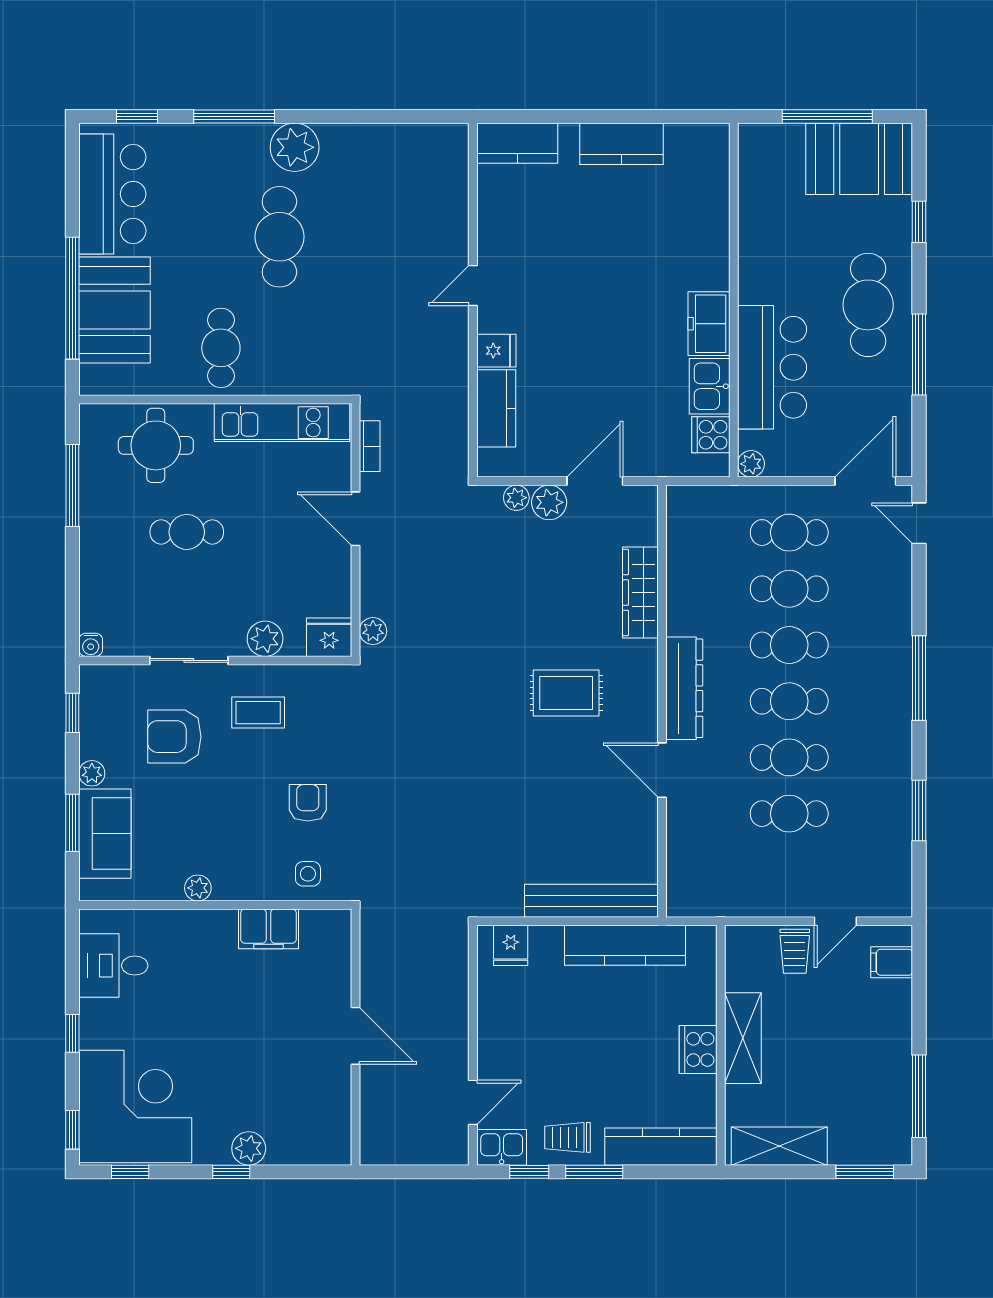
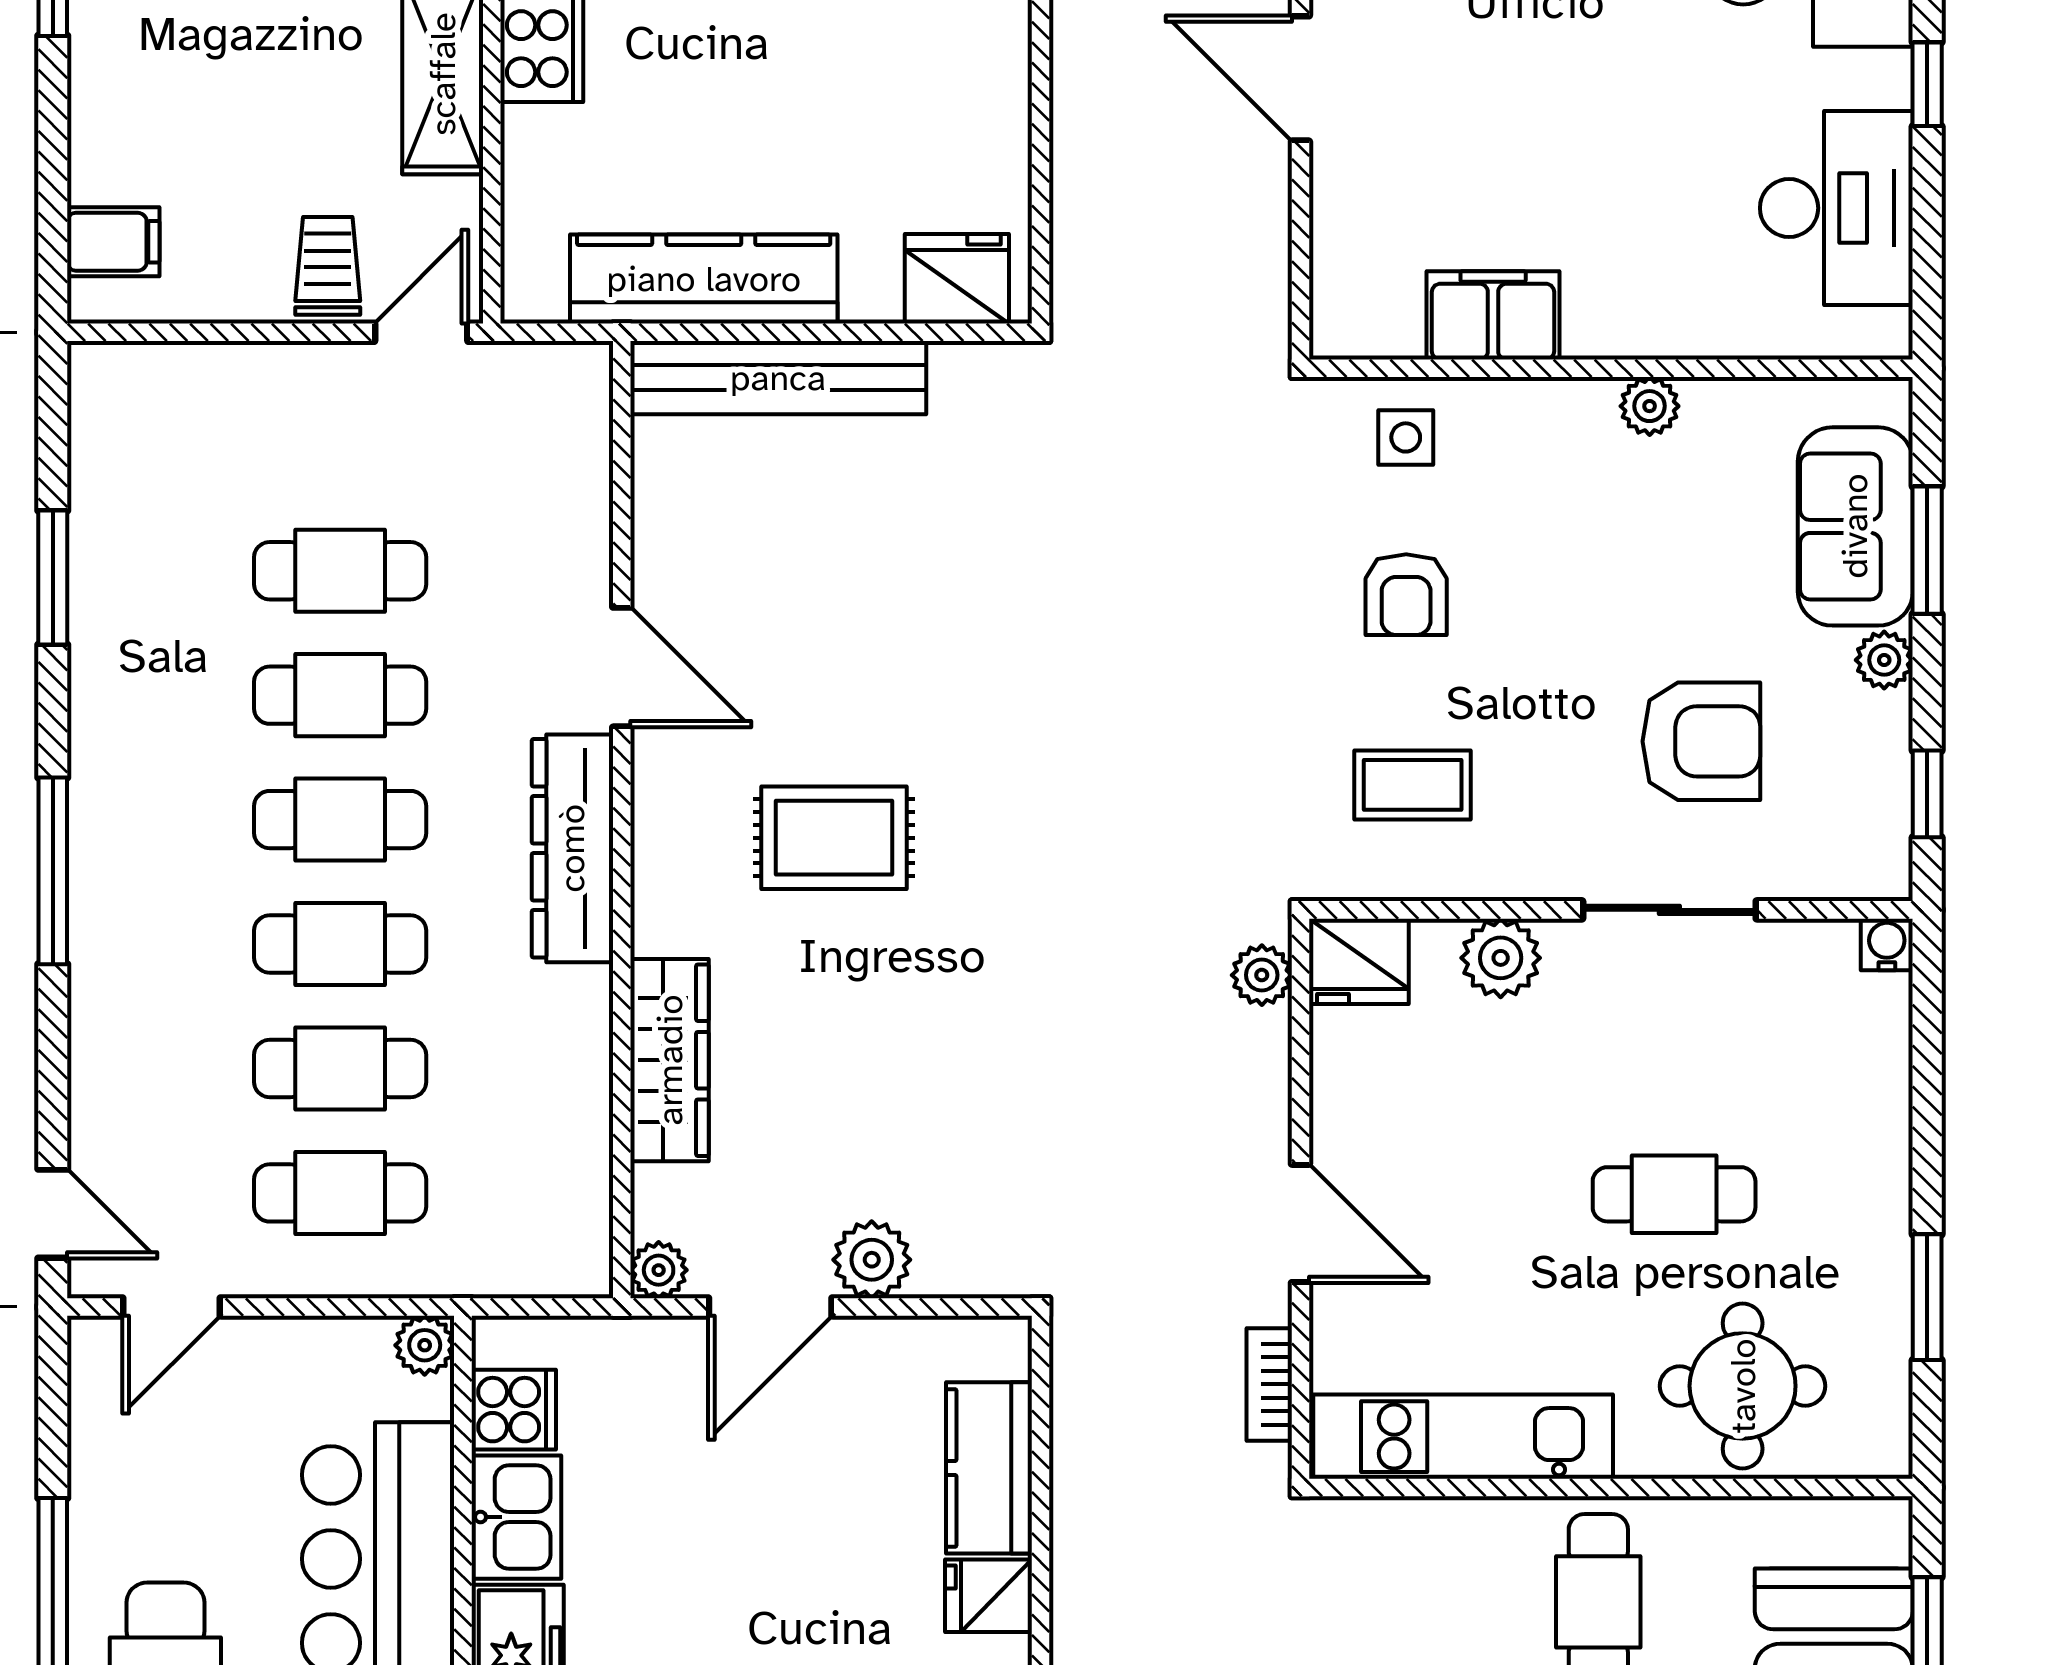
door: (865, 481) -> (171, 1307), width x0.73
window: (72, 485) -> (1927, 1297), width x0.69
plant: (516, 498) -> (659, 1270), moved
coffee table: (258, 713) -> (1413, 785), moved
door: (835, 921) -> (421, 332), moved
fridge: (511, 945) -> (957, 279), width x1.38
desk: (113, 966) -> (1836, 208), width x1.37

